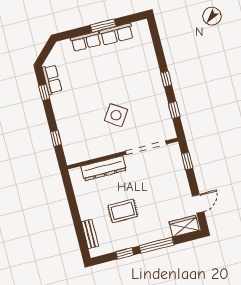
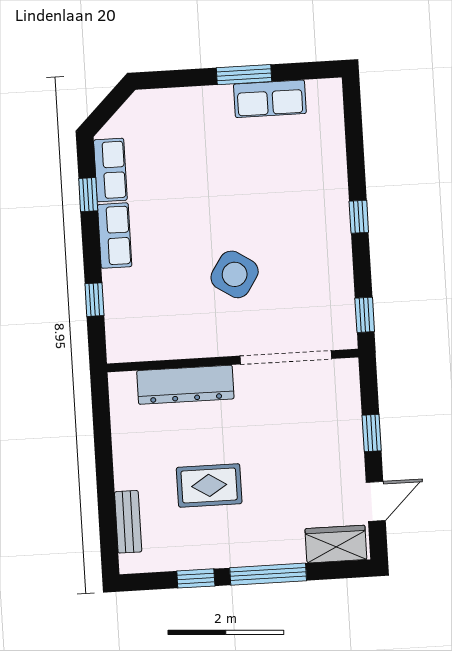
row of seats: (86, 41) -> (115, 236), moved, turned -90
window: (174, 110) -> (365, 315), moved
window: (187, 161) -> (372, 433), moved

